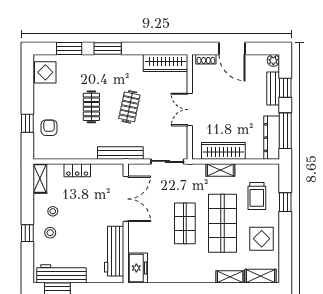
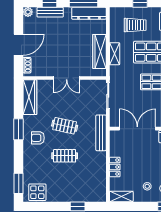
window: (69, 49) -> (19, 183), moved
window: (108, 49) -> (19, 129), moved
armchair: (49, 128) -> (38, 138), moved

